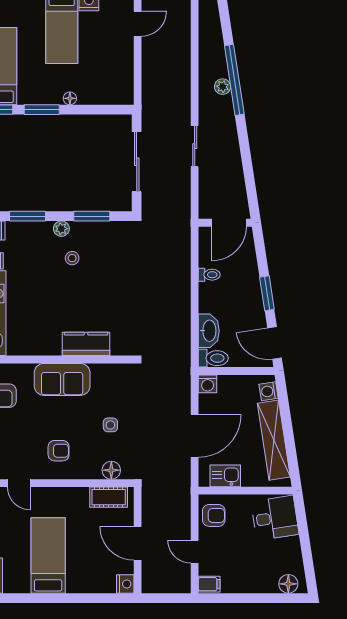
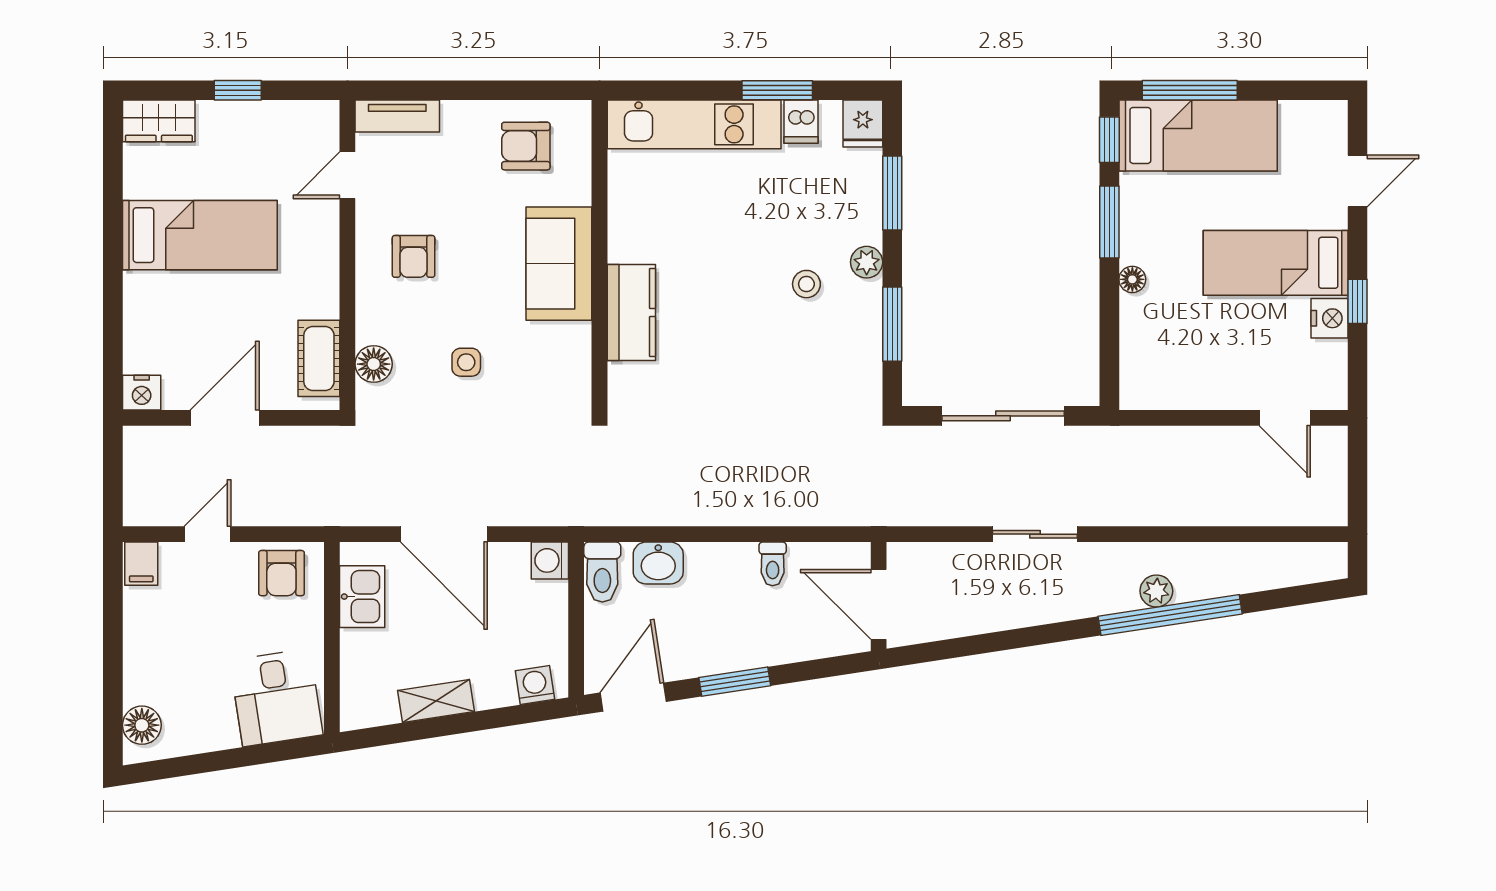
washbasin: (209, 331) -> (658, 563), width x0.72
shelving: (274, 440) -> (436, 701), width x0.45, depth x0.75

